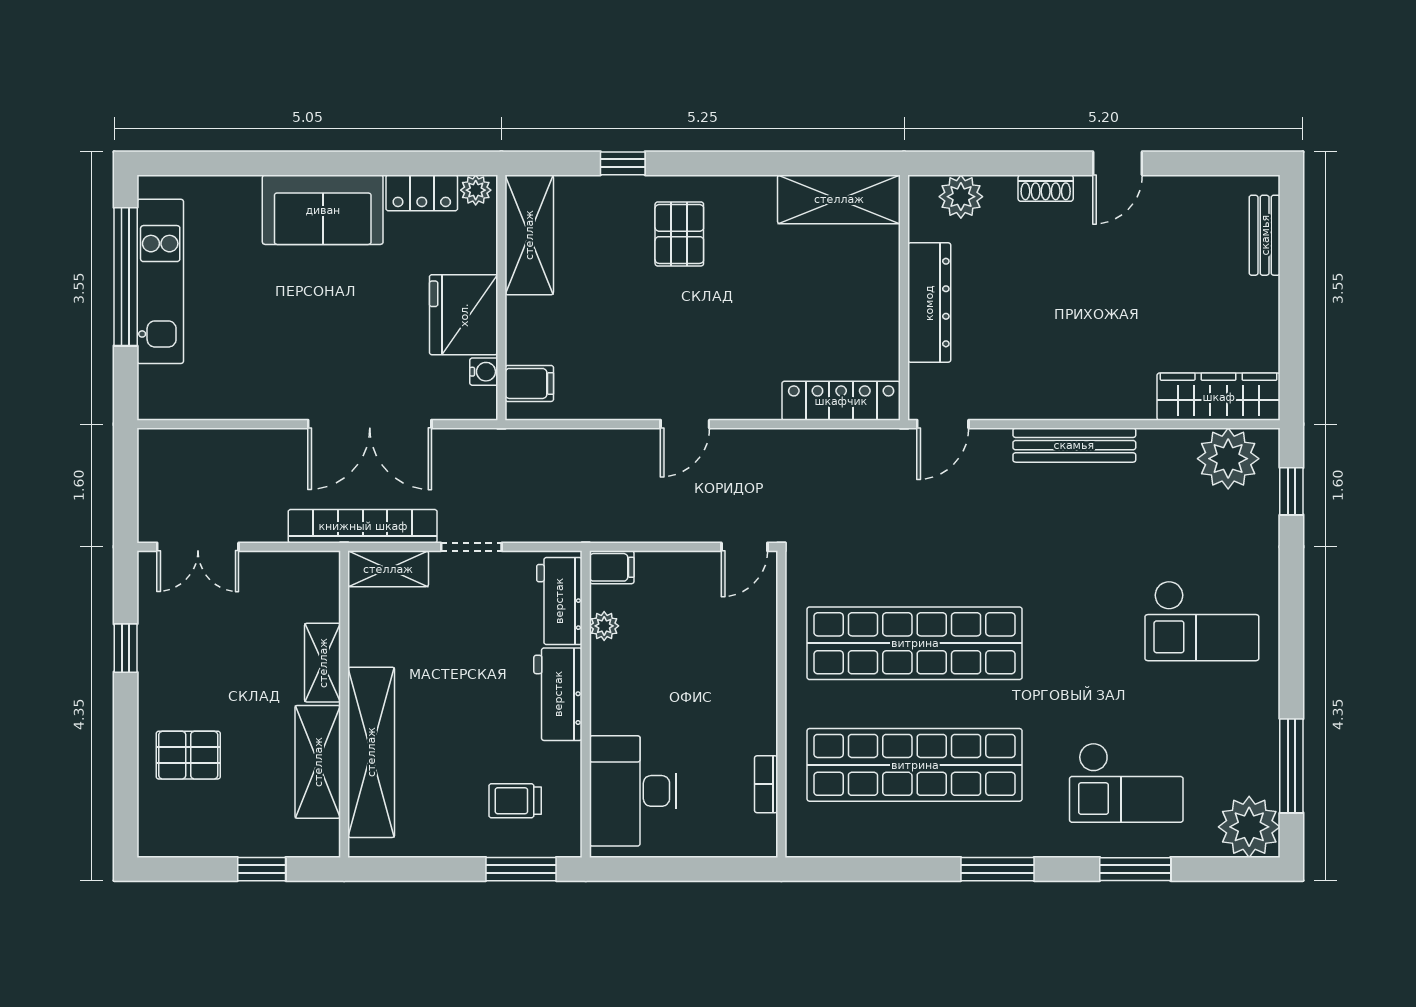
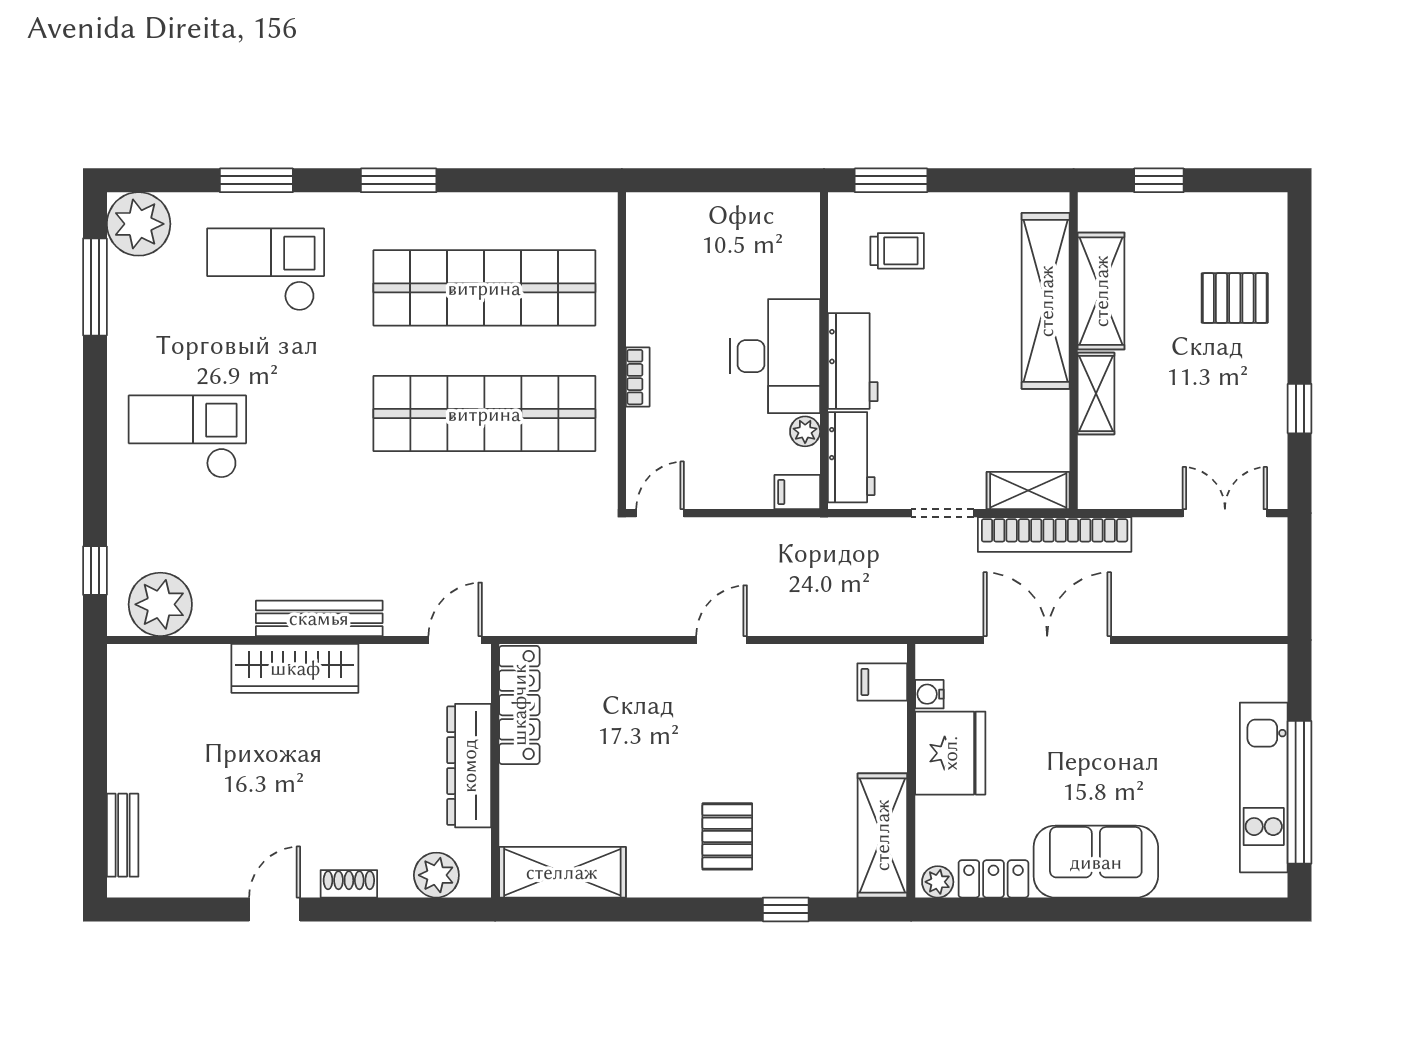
wardrobe: (1219, 397) -> (295, 668), moved
locker: (841, 401) -> (519, 705), moved, turned -90
bookcase: (766, 784) -> (638, 377), moved
desk: (633, 791) -> (775, 356), moved

